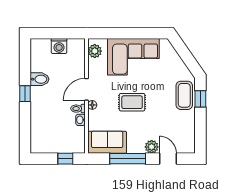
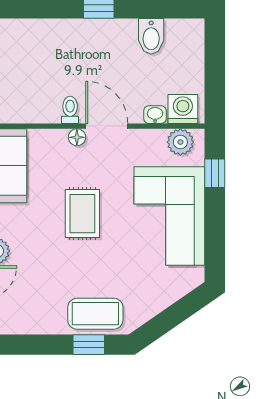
window: (111, 33) -> (215, 173), added
washing machine: (59, 46) -> (183, 109), moved, turned 90
bidet: (40, 79) -> (151, 36), moved
washbasin: (80, 120) -> (155, 115), moved

